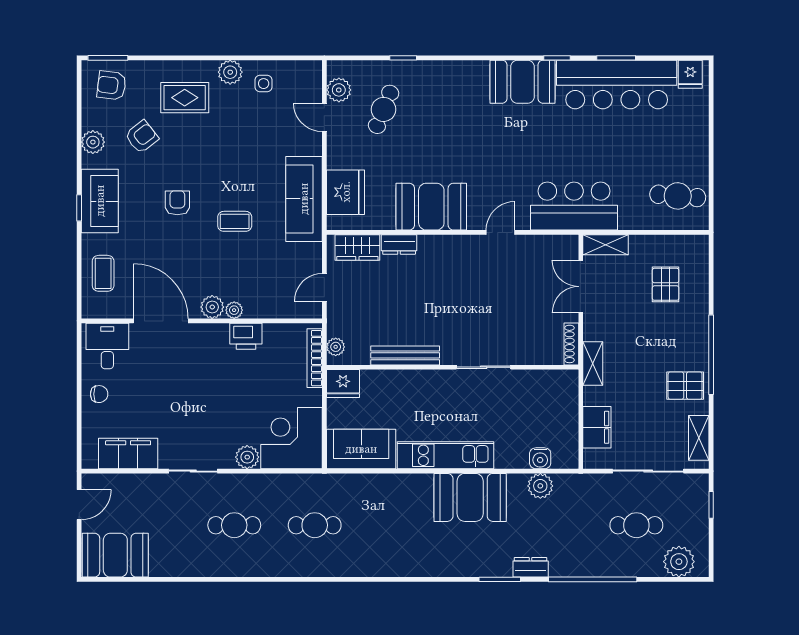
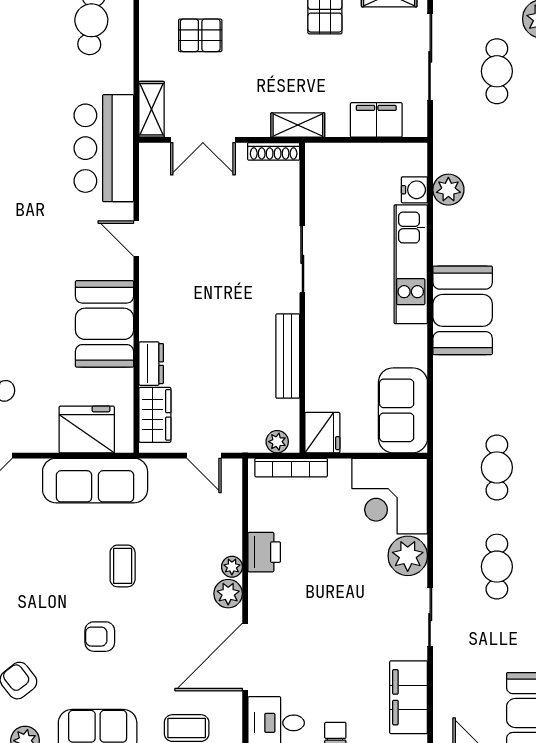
kitchen unit: (446, 455) -> (411, 264), moved
plant: (247, 457) -> (408, 556), width x1.36, depth x1.36
booth: (470, 497) -> (463, 310), moved

